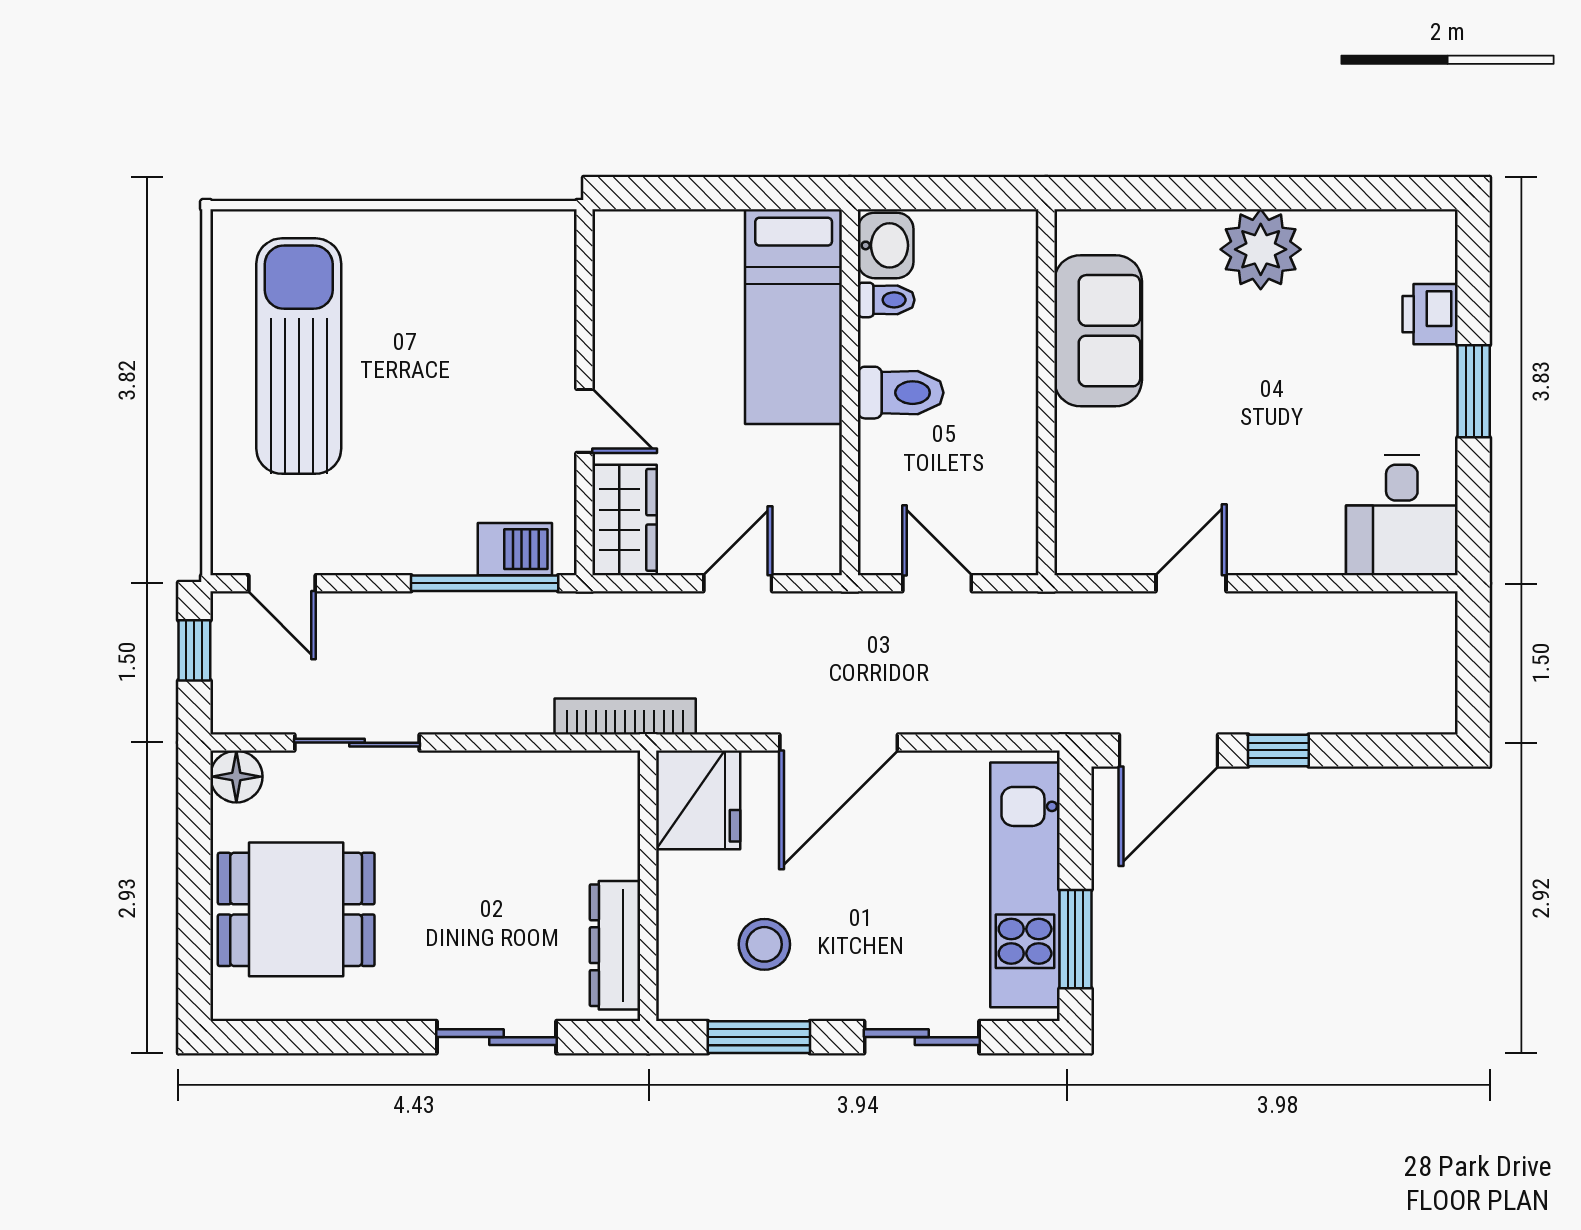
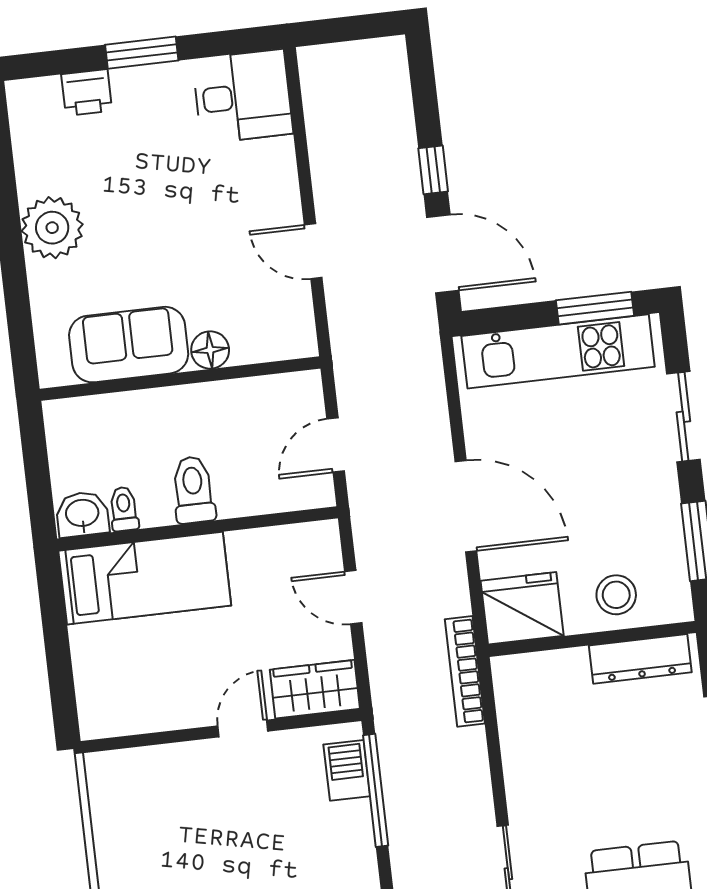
floor lamp: (1079, 435) -> (210, 350), added
stool: (764, 944) -> (616, 595), moved

